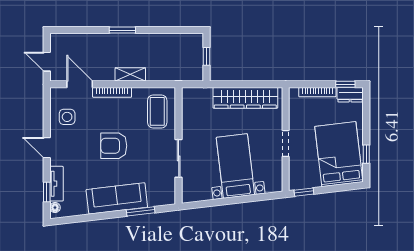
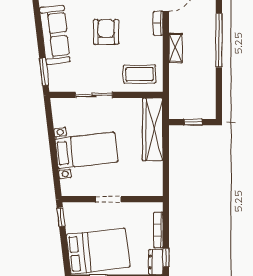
window: (122, 30) -> (219, 40), width x2.11
bookcase: (112, 92) -> (158, 23), width x0.64
wardrobe: (245, 98) -> (153, 129), moved
window: (141, 211) -> (44, 72), moved

